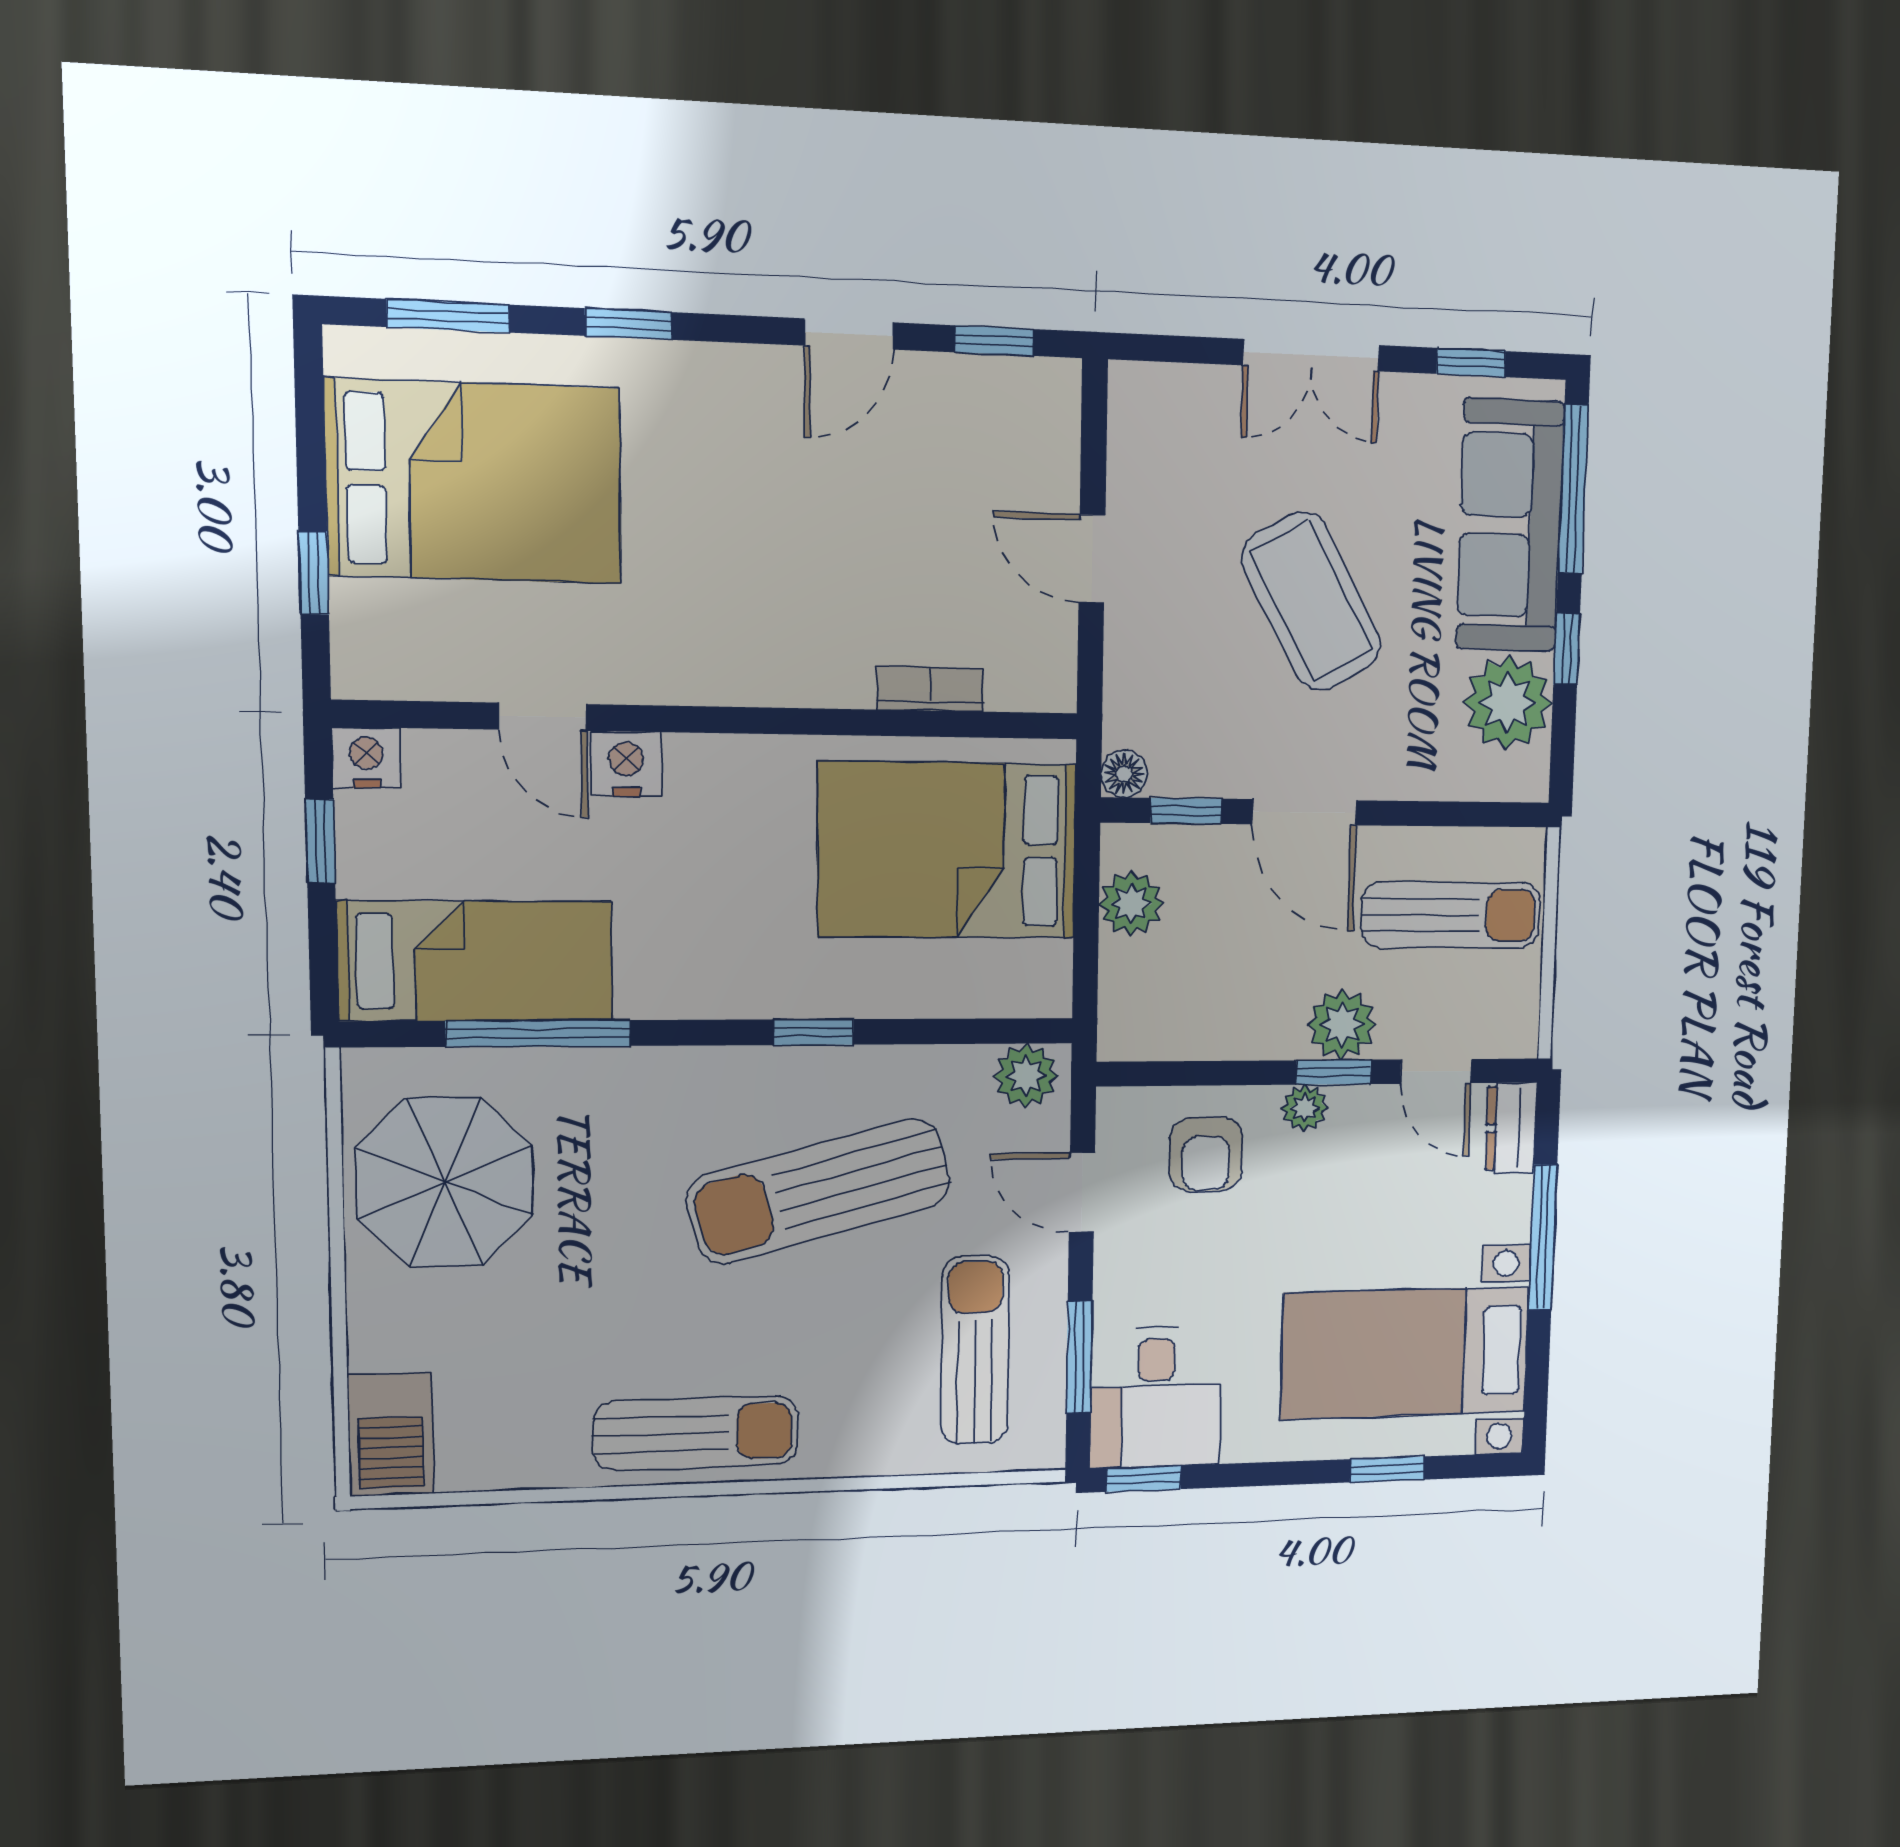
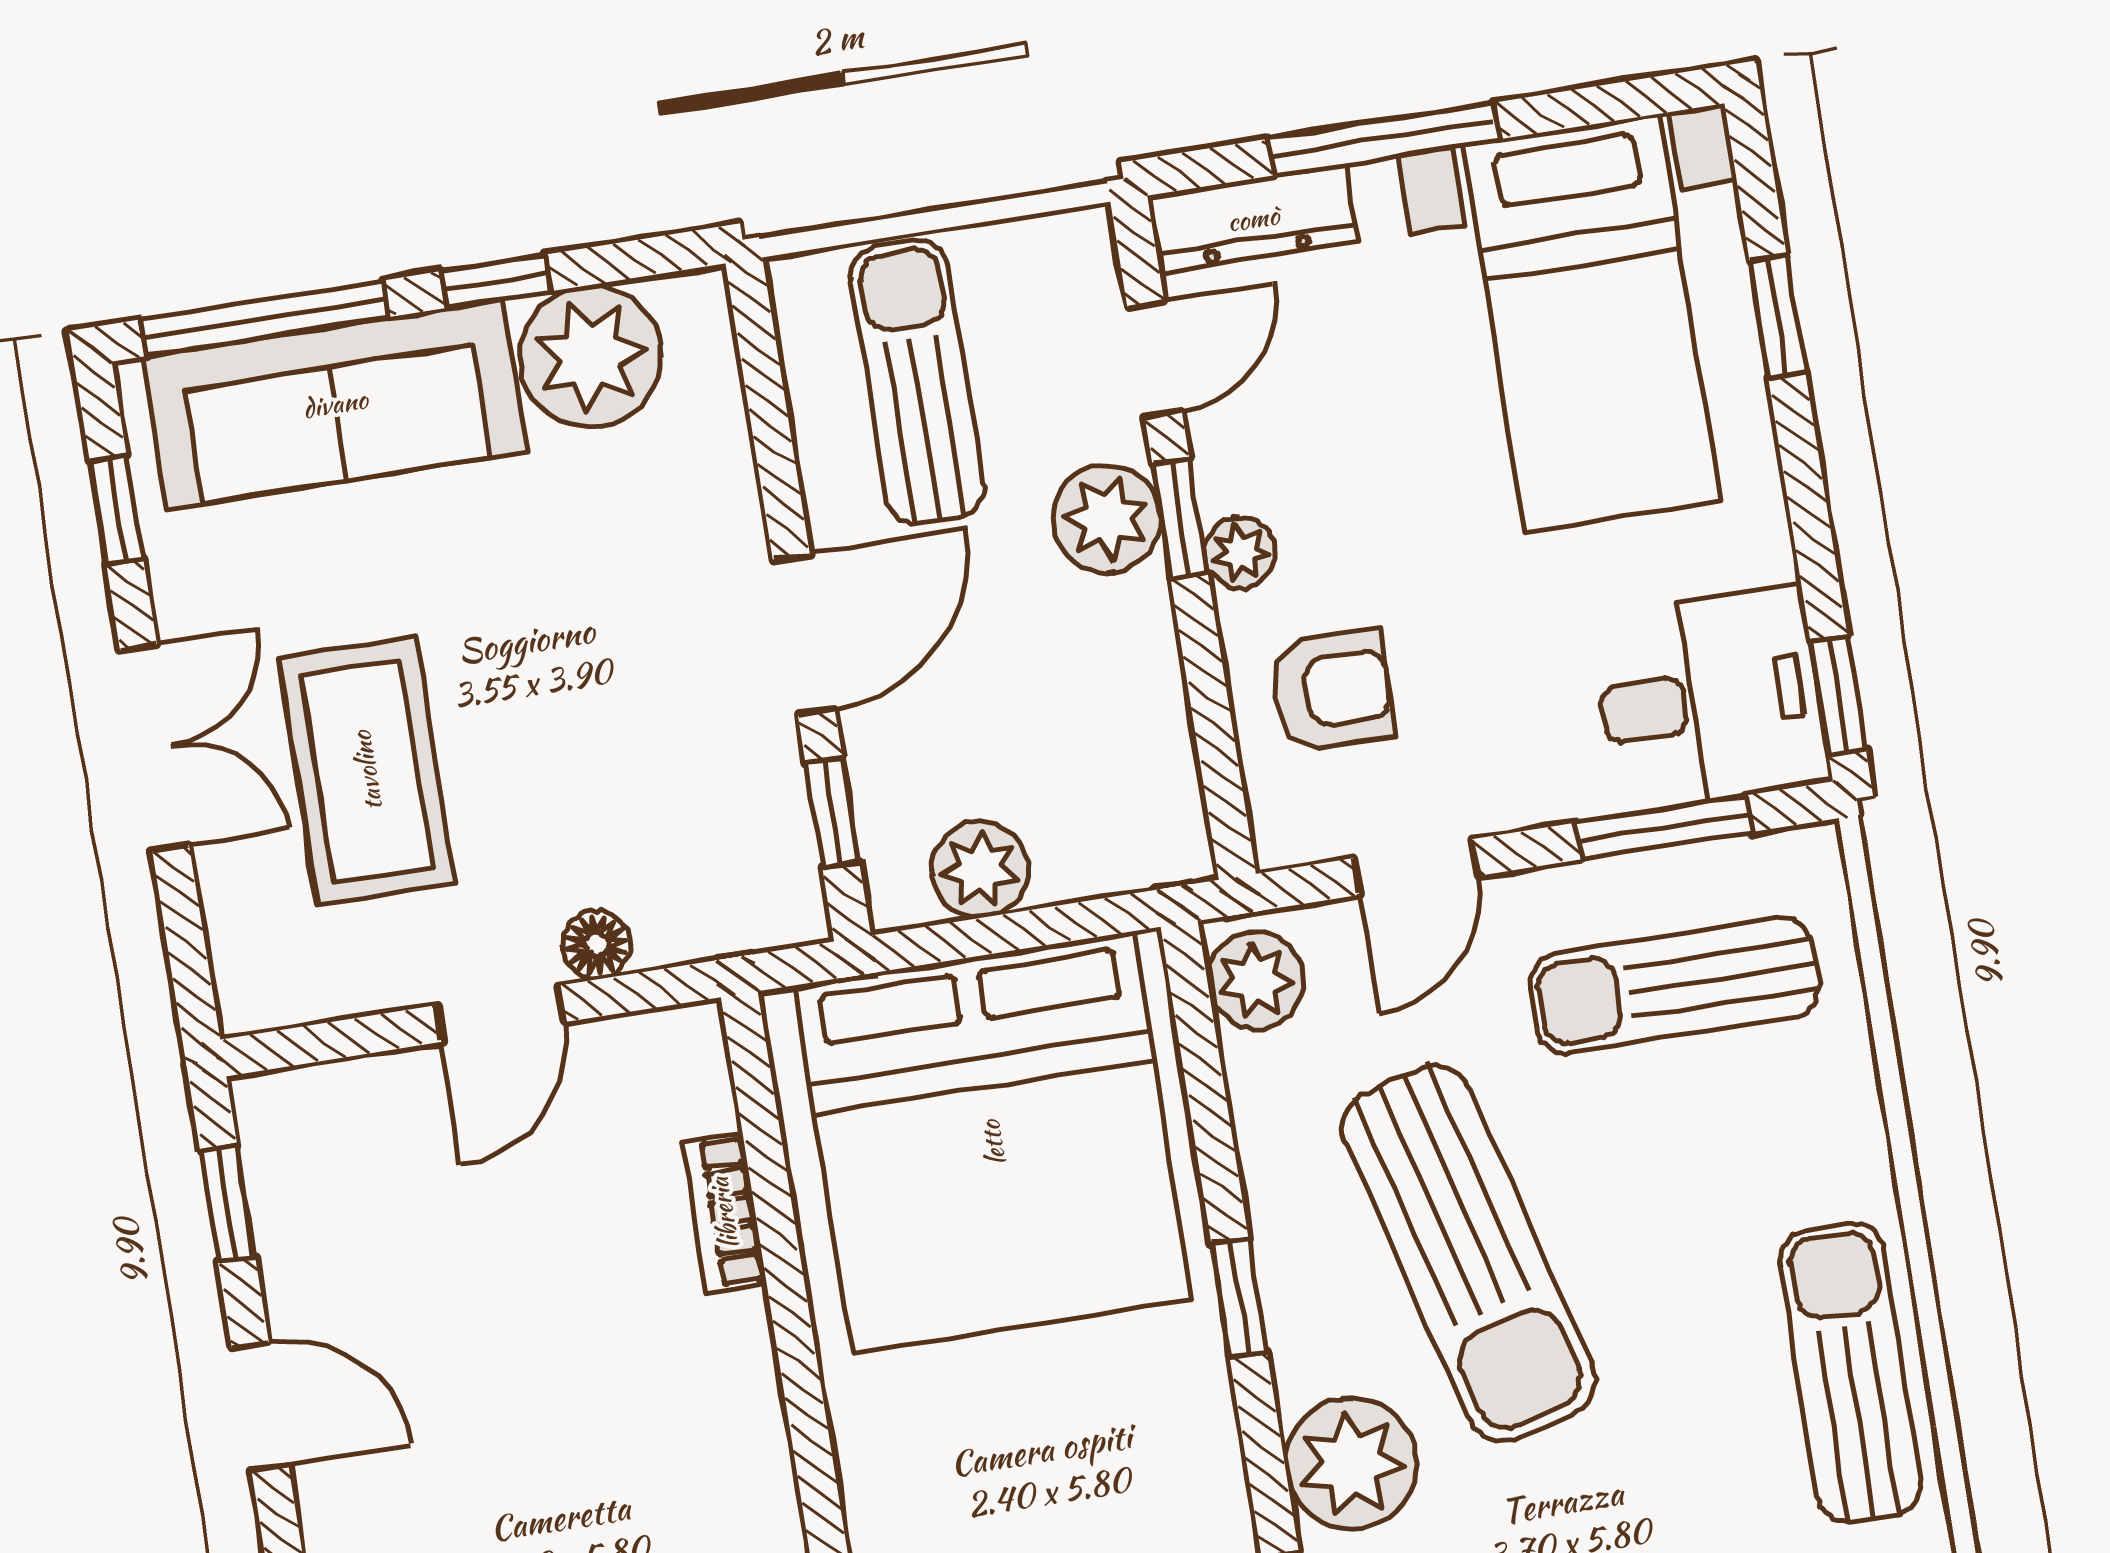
coffee table: (1311, 601) -> (367, 771), moved, turned -61
floor lamp: (1124, 774) -> (597, 945), moved
bed: (948, 850) -> (993, 1143), width x1.36
plant: (687, 1091) -> (1351, 1464), added
dresser: (1511, 1128) -> (1253, 219), width x1.44

